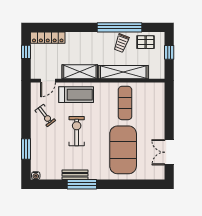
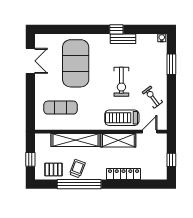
locker: (48, 38) -> (124, 174), moved
exercise mat: (125, 103) -> (61, 108), moved, turned 90
window: (82, 184) -> (116, 29), width x0.46

